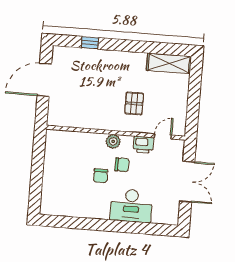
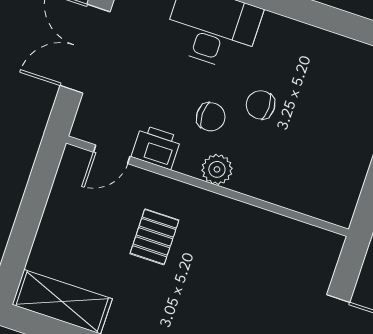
chair: (122, 165) -> (211, 117), turned 180
chair: (101, 176) -> (261, 105), turned -90

